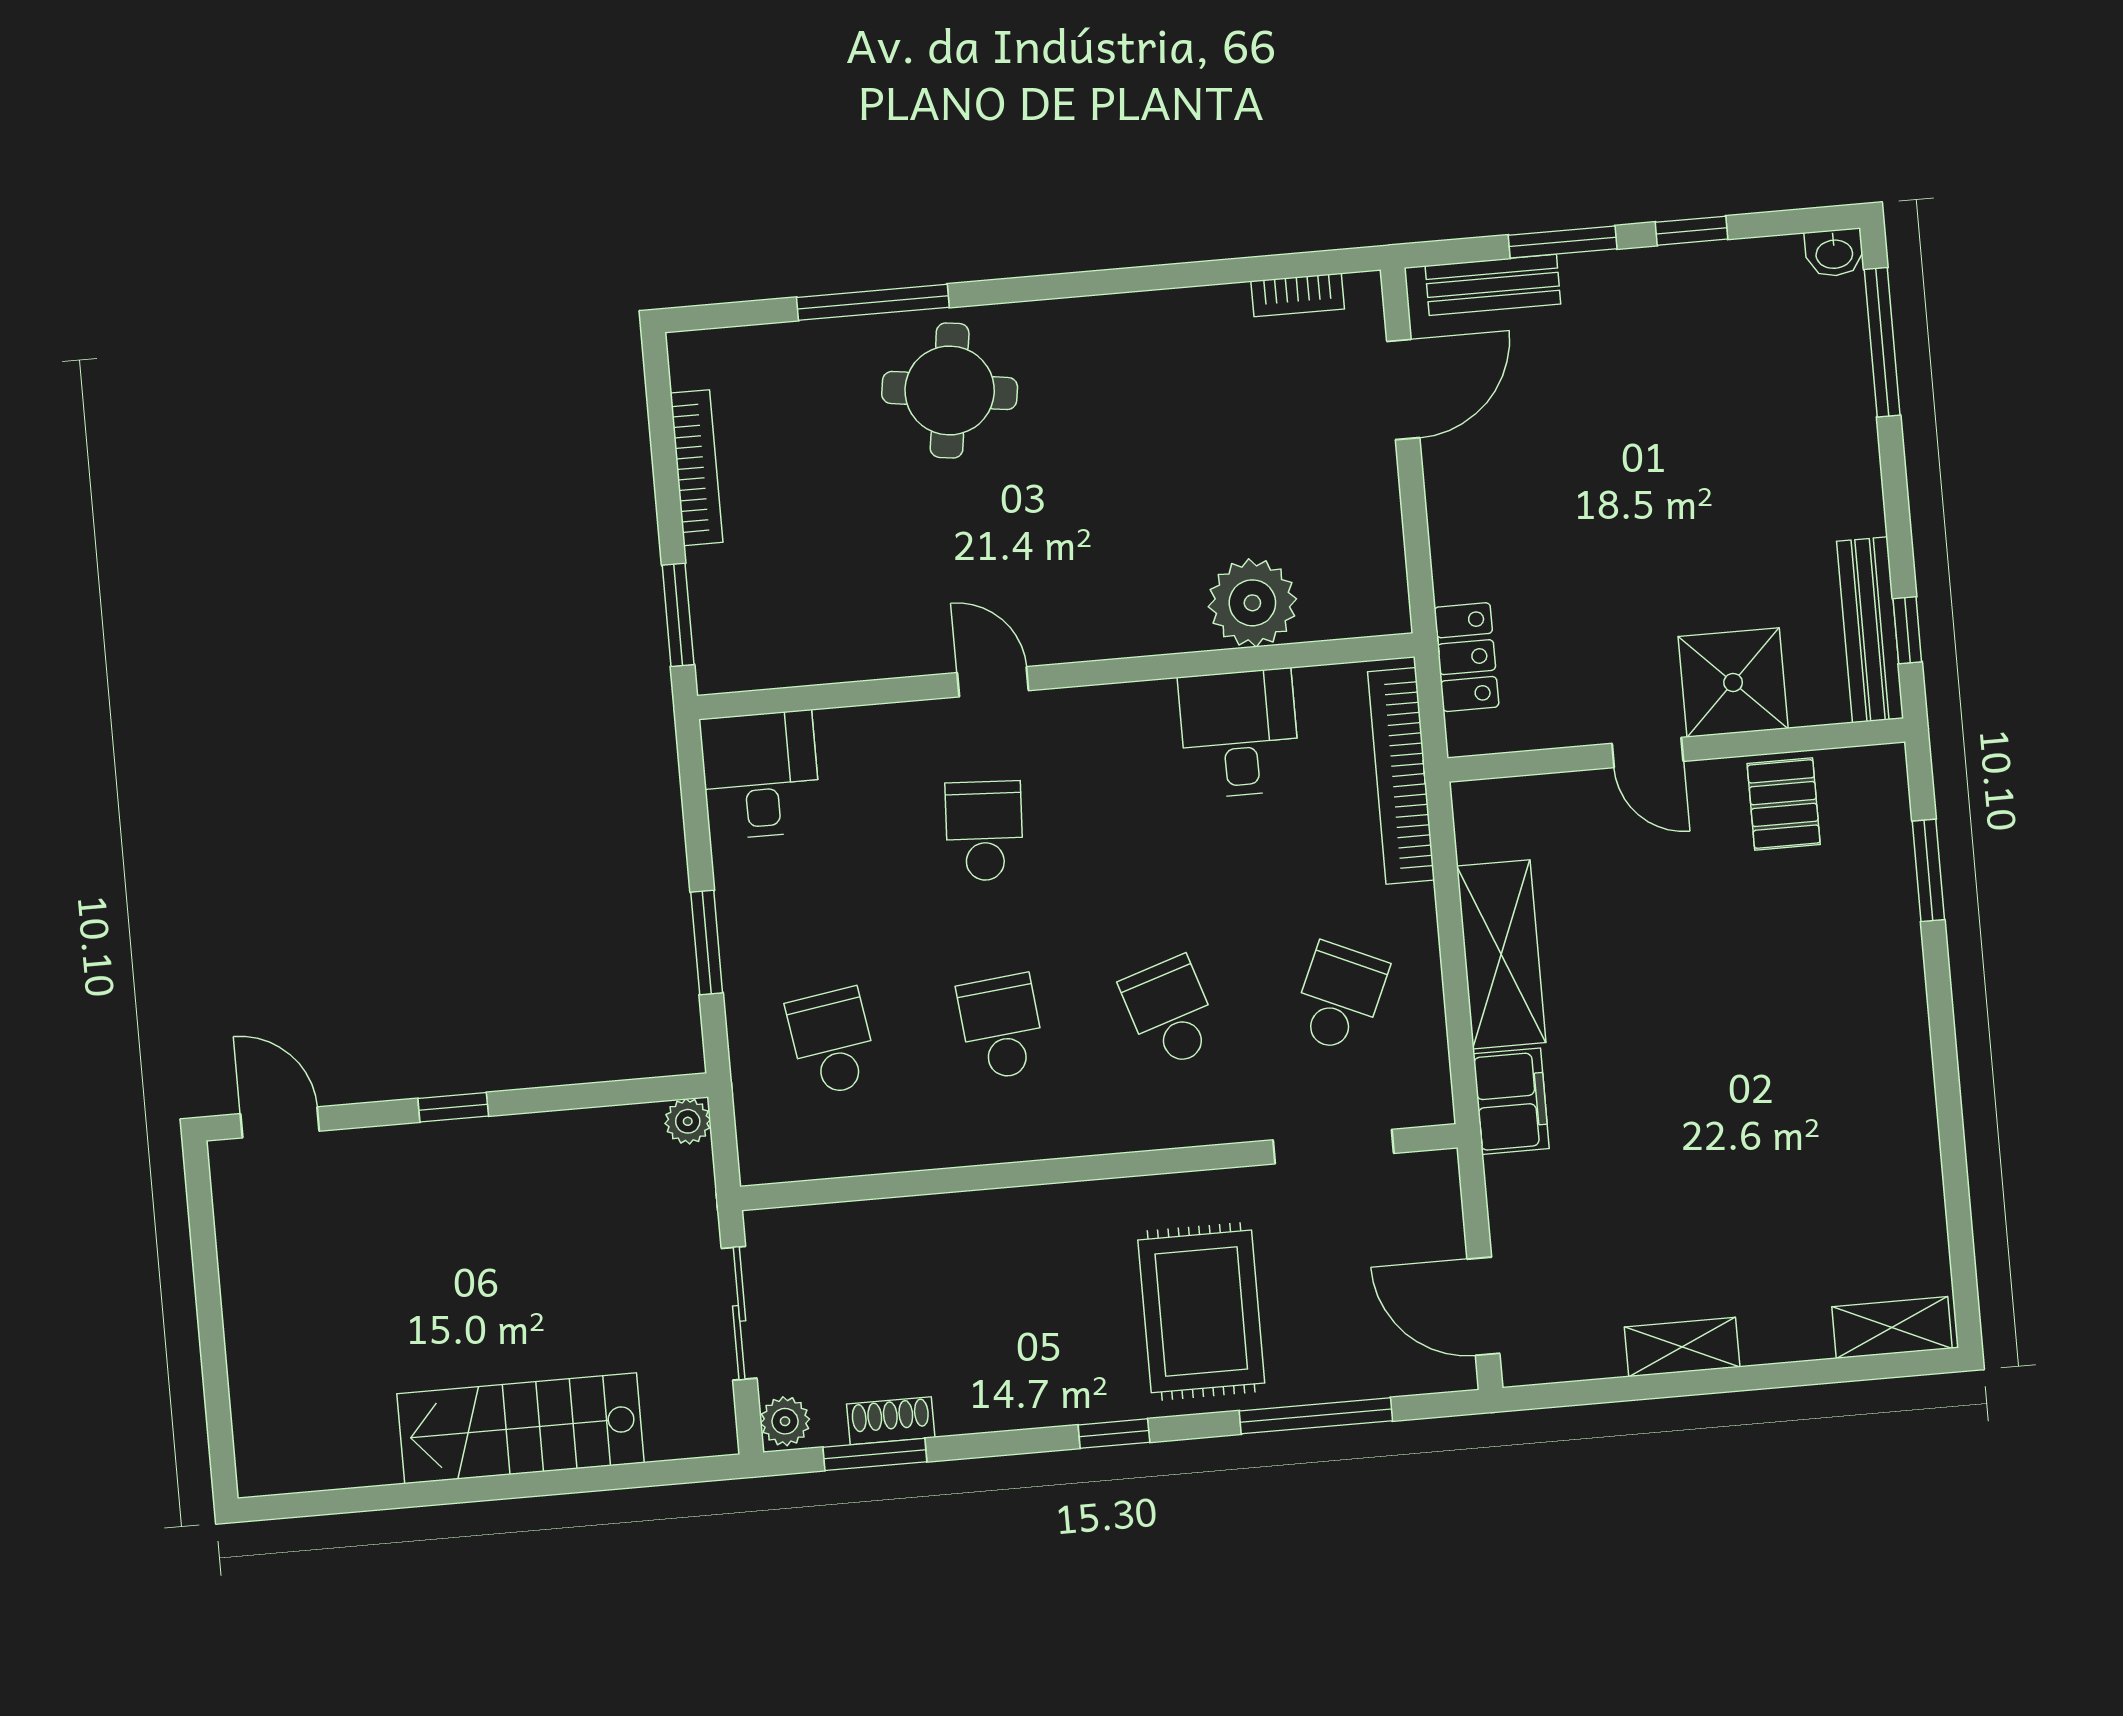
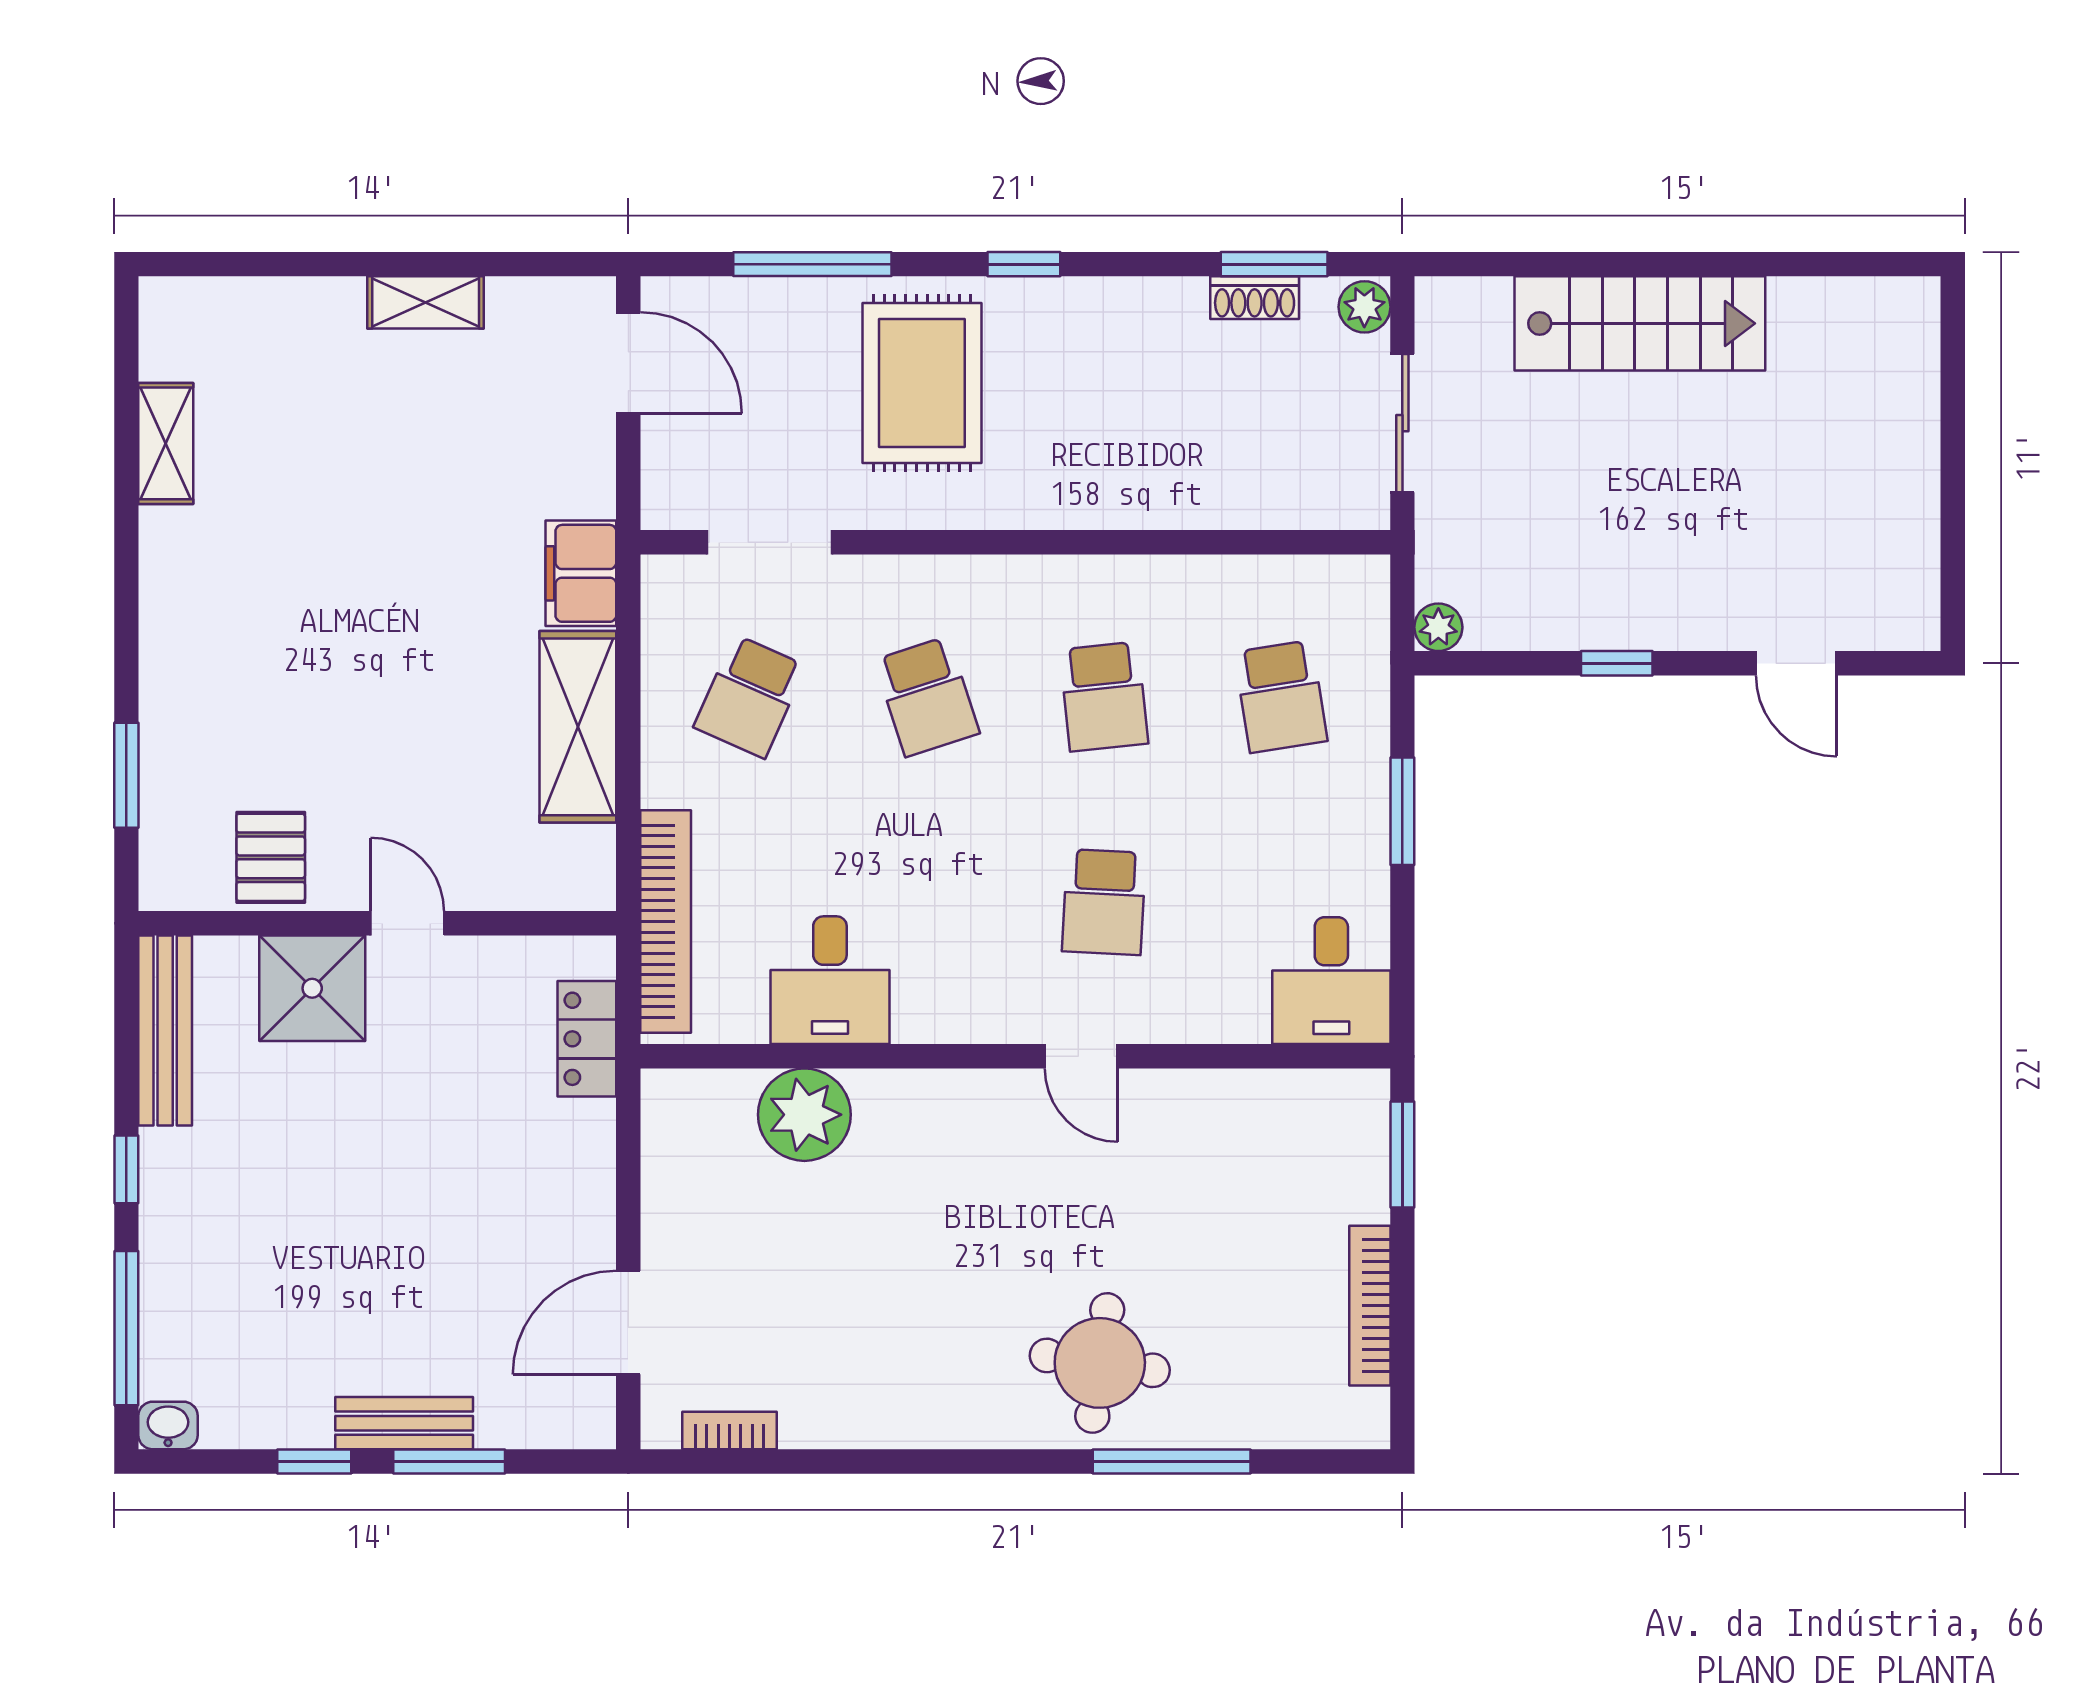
bench: (1493, 285) -> (404, 1423), moved
window: (1907, 630) -> (126, 1169), moved
window: (453, 1107) -> (1617, 663), moved
door: (280, 1122) -> (1796, 663), moved
shelving: (1892, 1328) -> (166, 443), moved, turned 90

